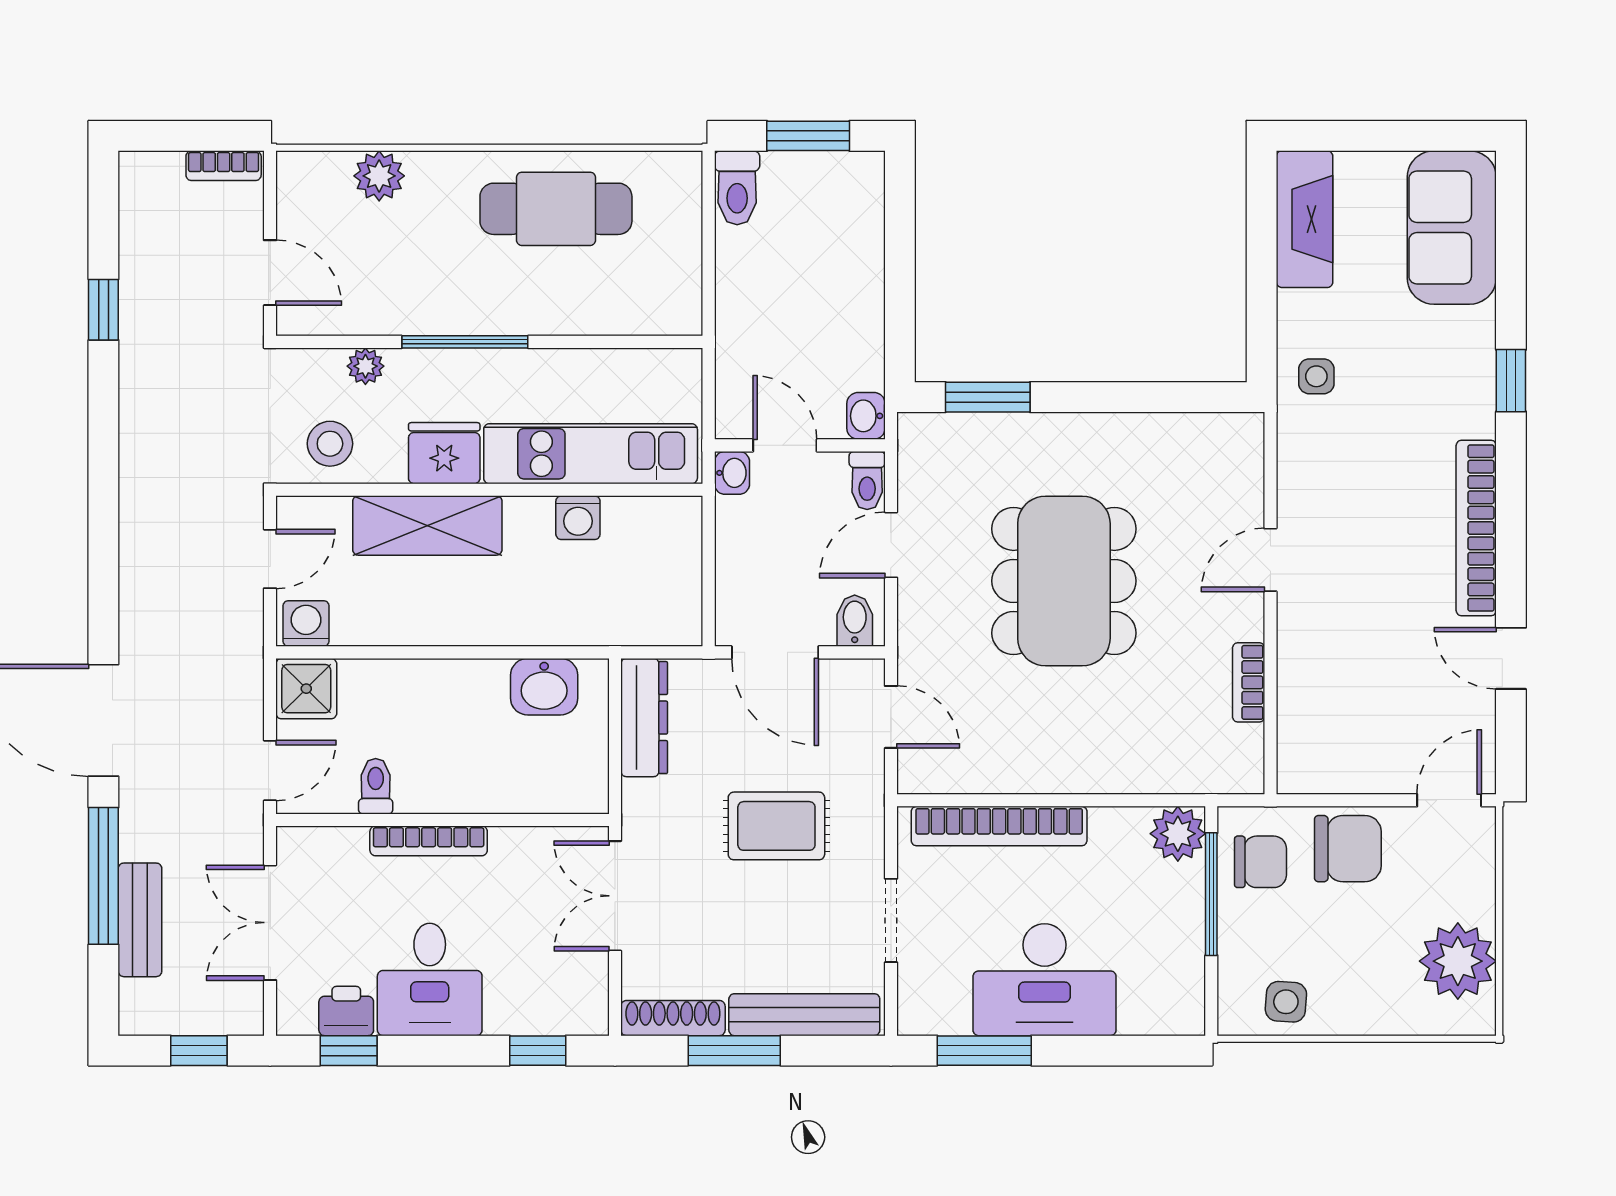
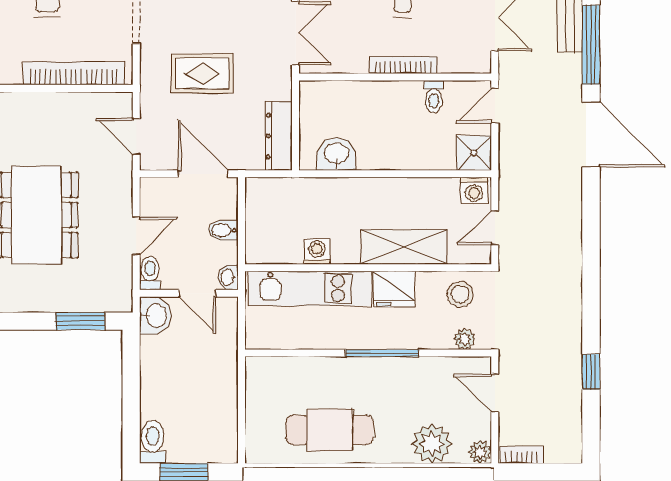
plant: (296, 170) -> (480, 452), added
plant: (379, 176) -> (432, 444), width x1.36, depth x1.36
toilet: (737, 188) -> (153, 442), moved
plant: (365, 366) -> (465, 339), moved
washbasin: (866, 416) -> (156, 316), width x1.38, depth x1.45
bidet: (855, 621) -> (223, 230), moved, turned 90

